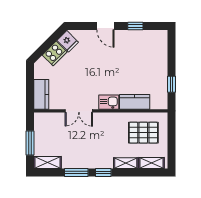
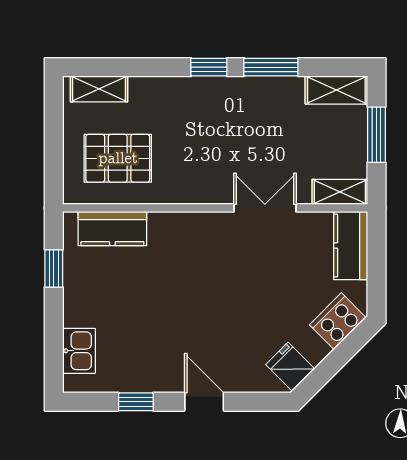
cooker: (55, 53) -> (338, 321), moved
kitchen sink: (109, 102) -> (79, 351), moved, turned -90
kitchen counter: (135, 102) -> (112, 229), moved
shelving: (126, 163) -> (340, 192), moved

